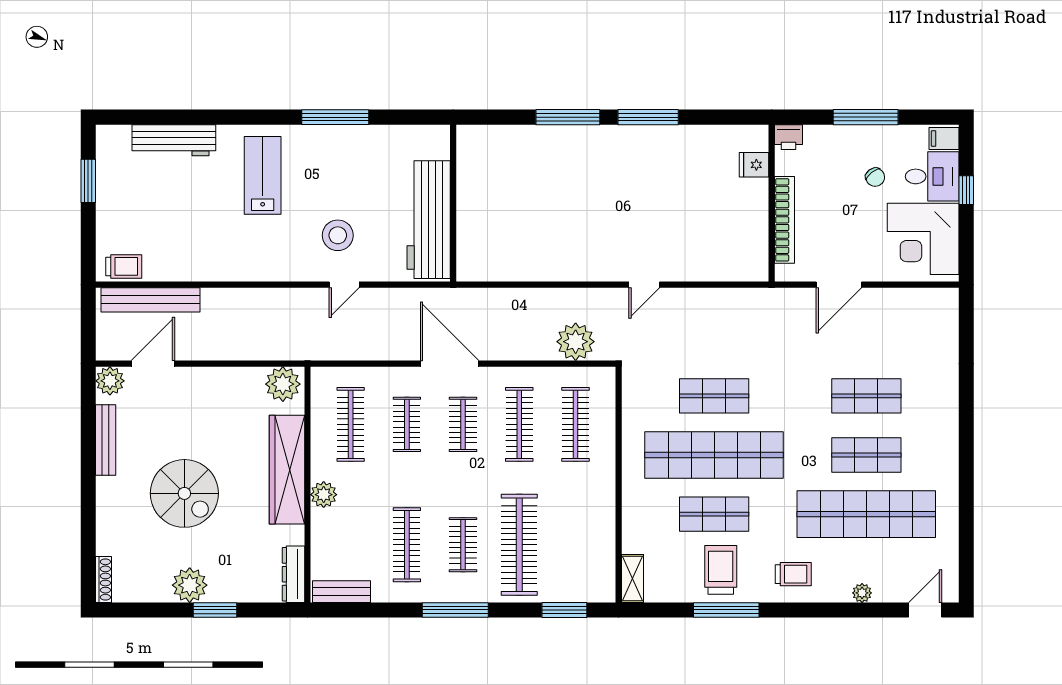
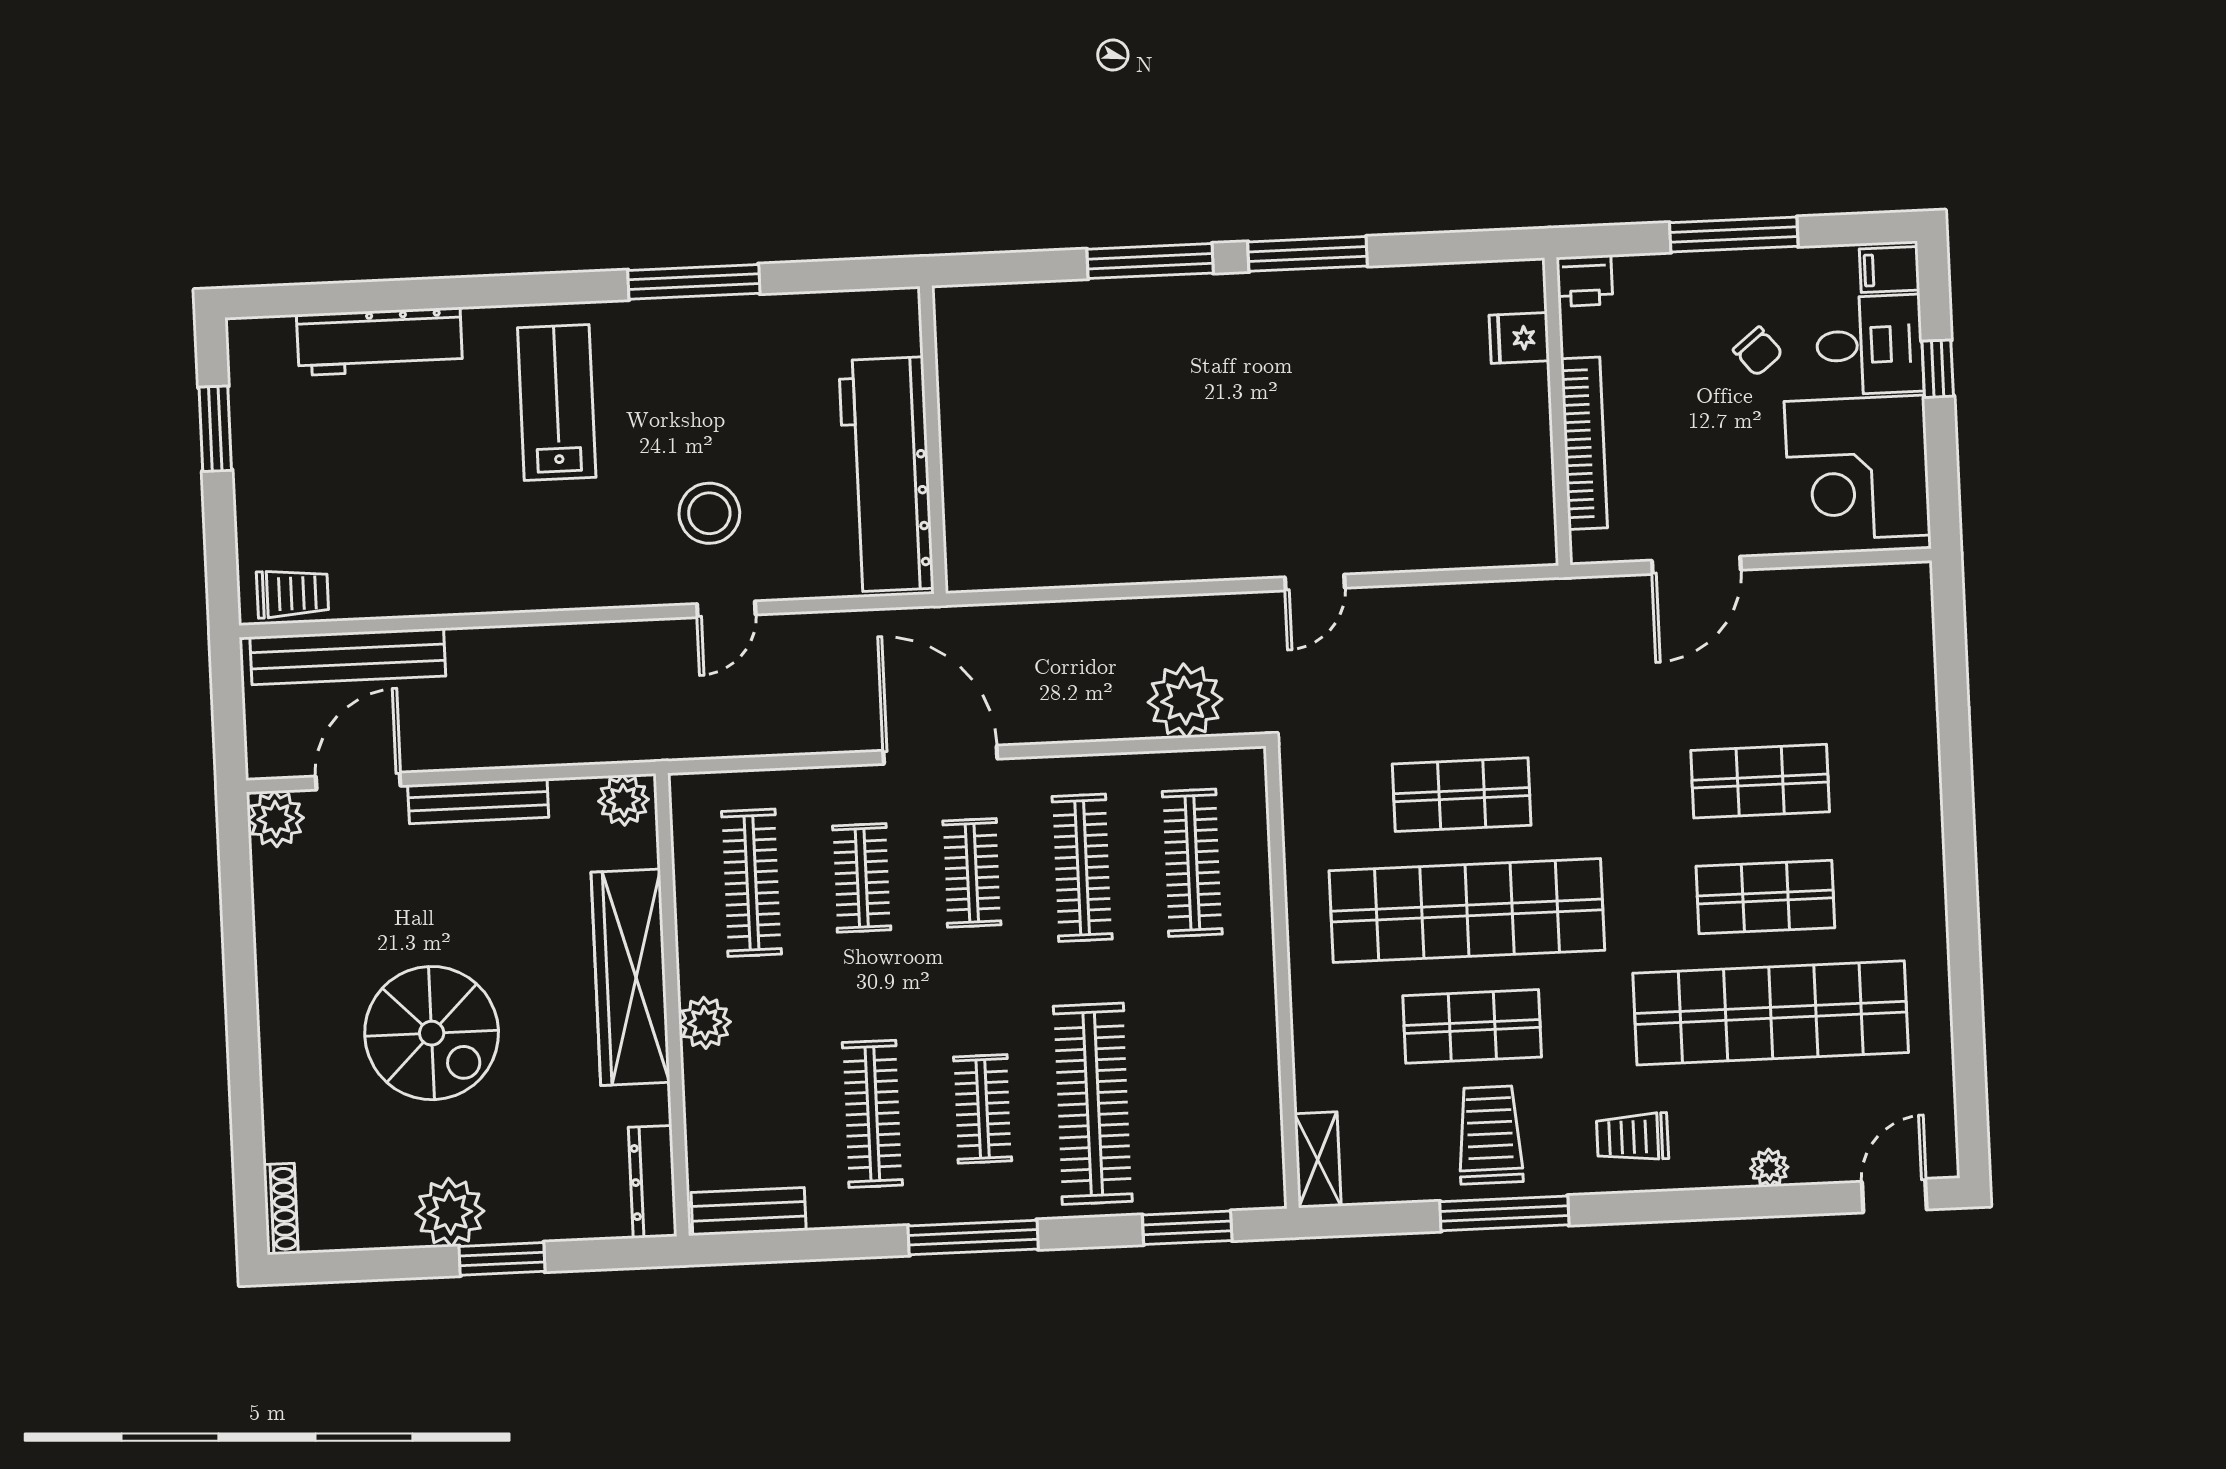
plant: (283, 384) -> (624, 800), width x0.73, depth x0.73
bench: (106, 440) -> (478, 801), moved, turned 90
trolley: (793, 574) -> (1632, 1137), turned 180

